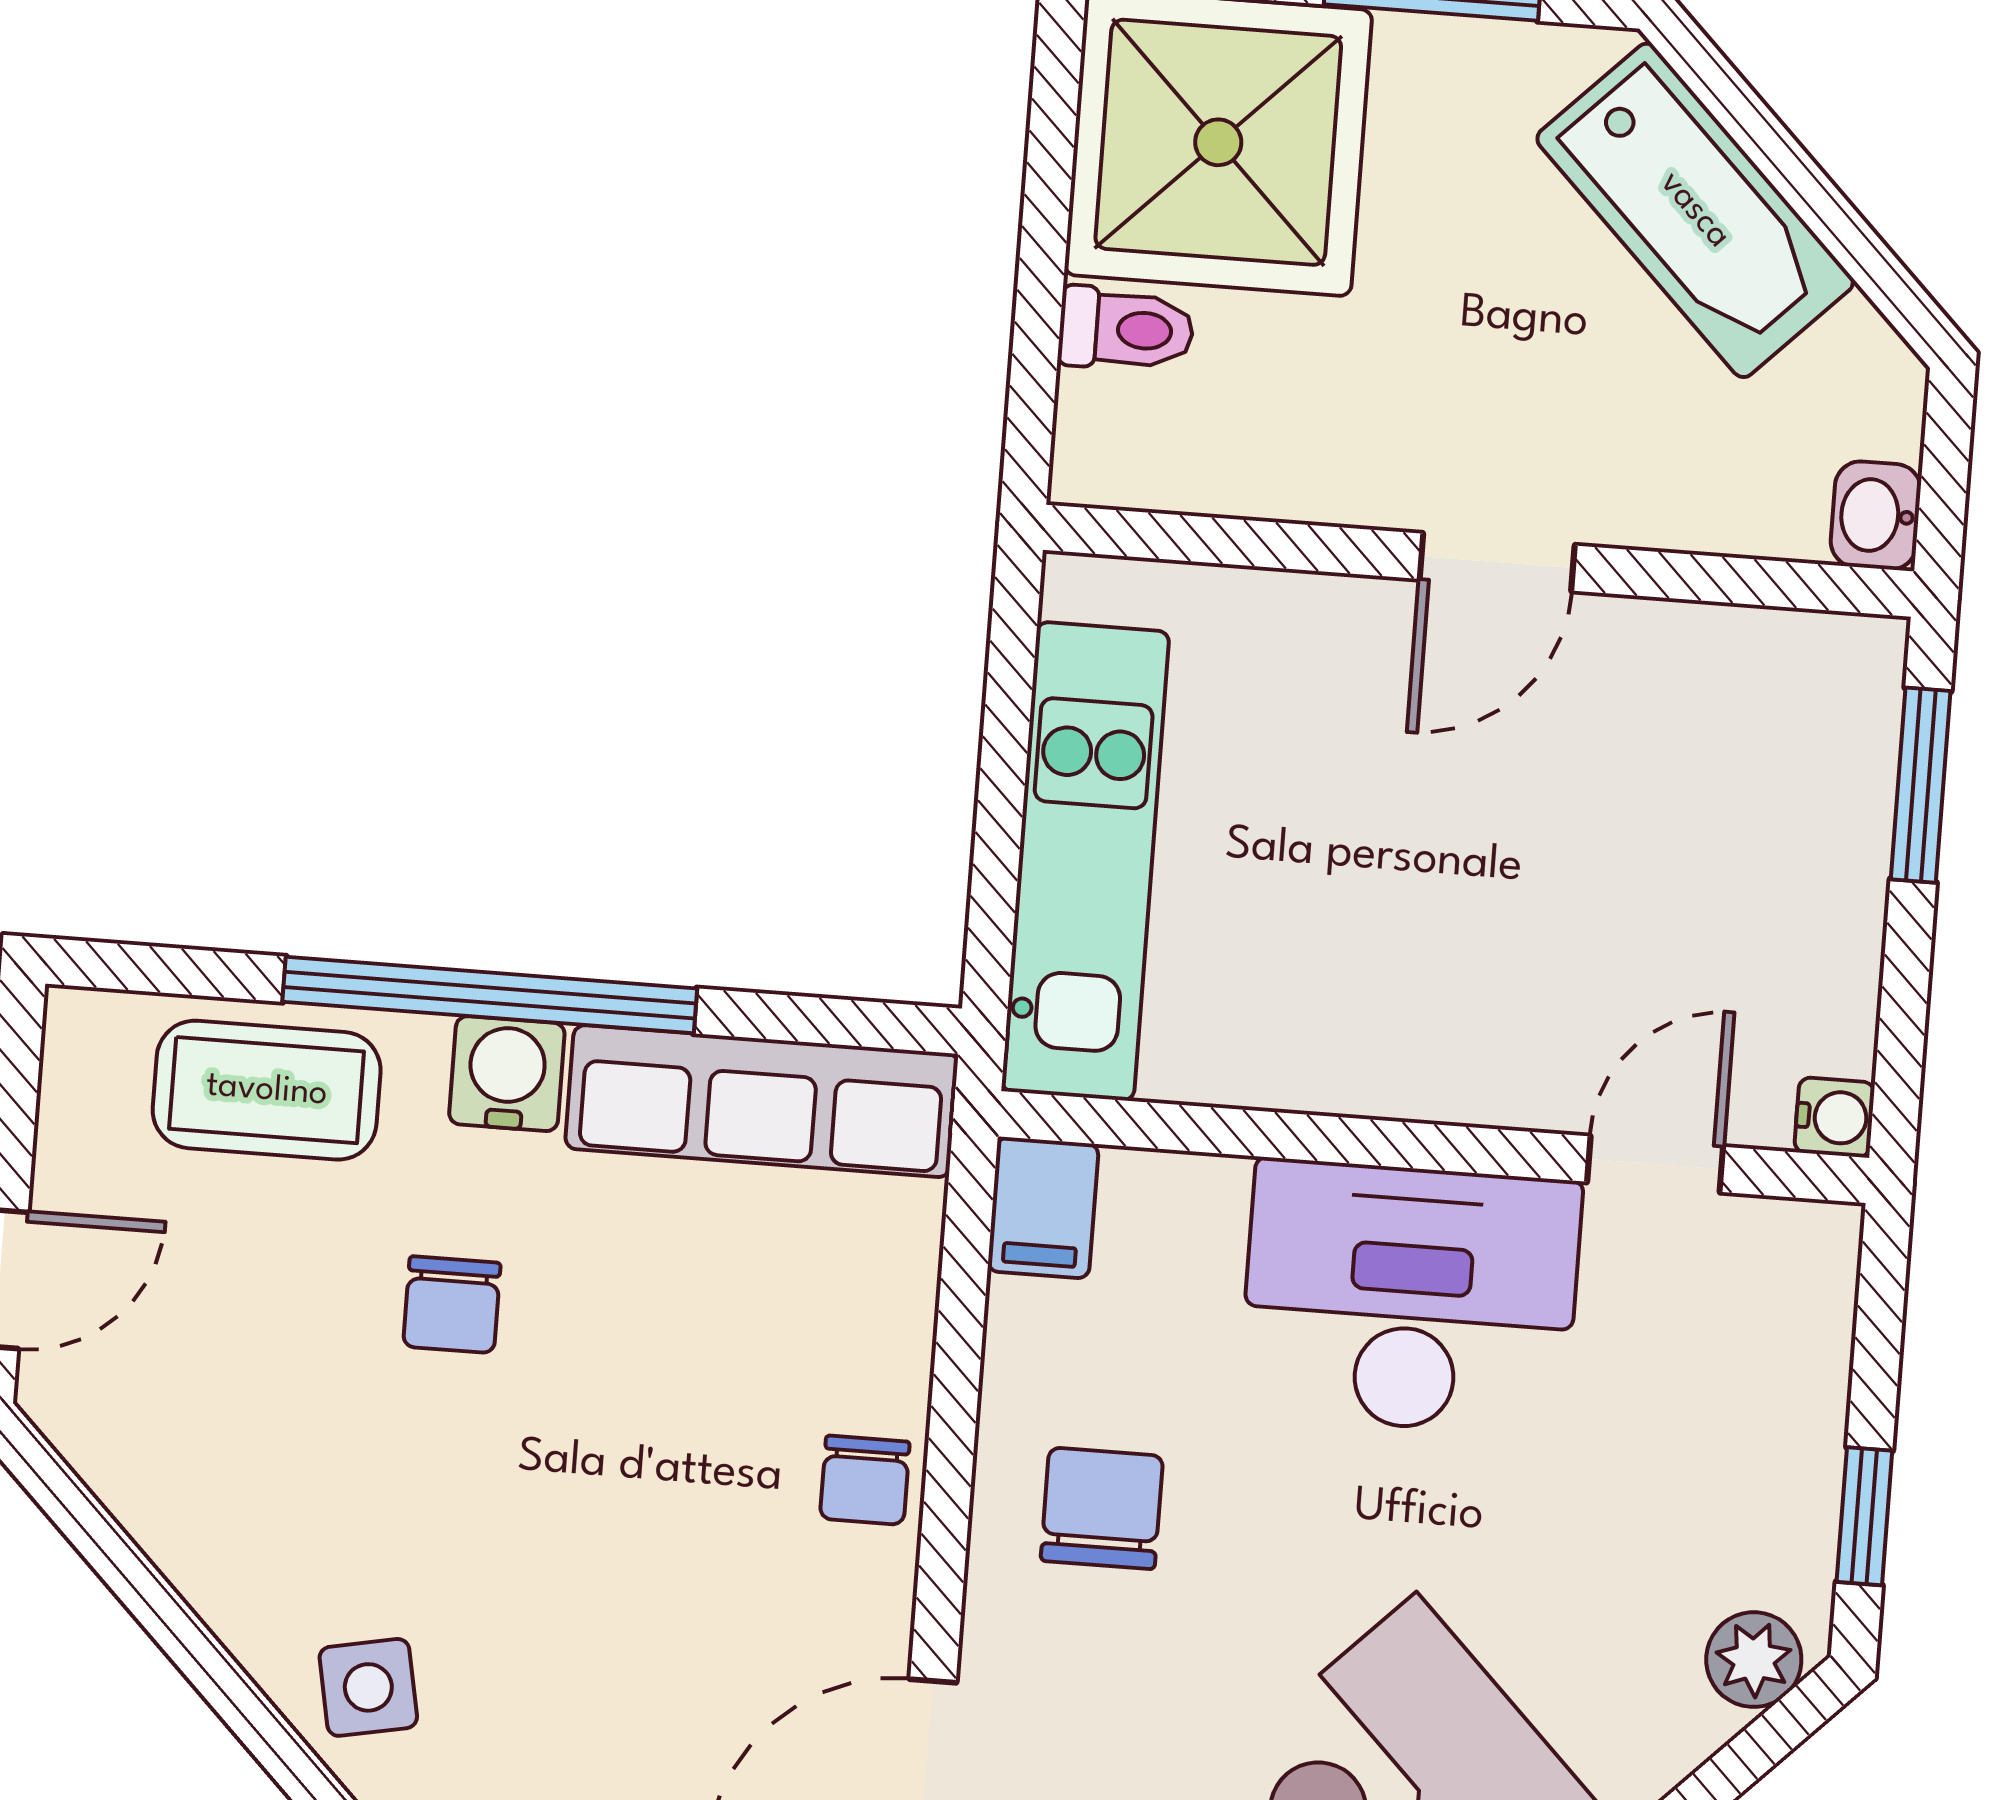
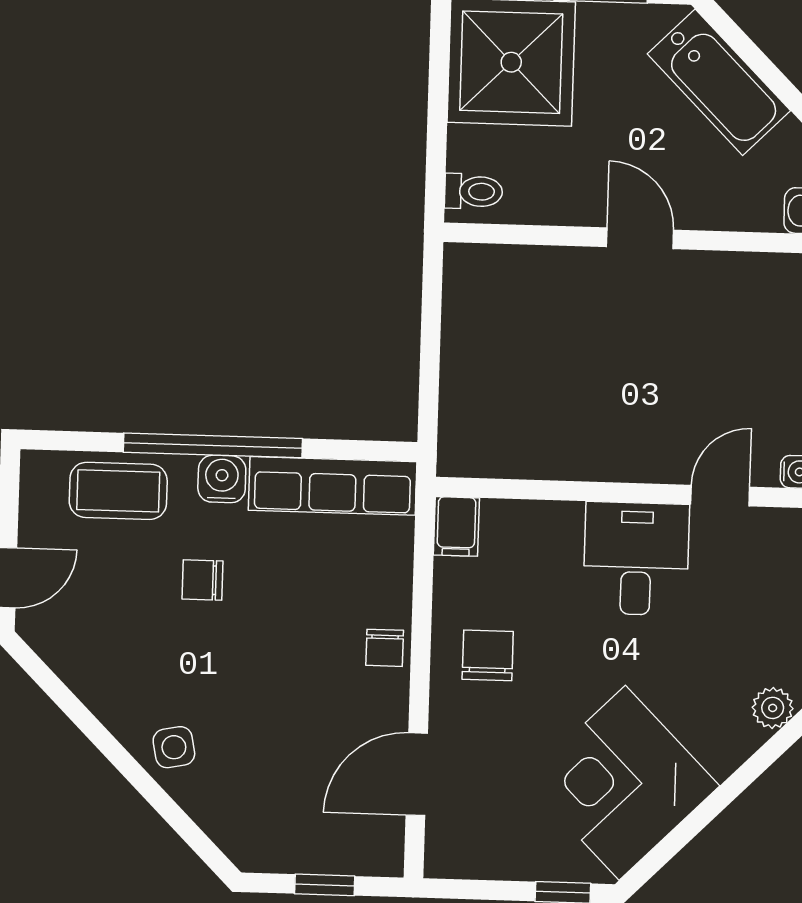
toilet: (1126, 329) -> (474, 191), moved
door: (1497, 562) -> (640, 238), swing flipped
kitchen unit: (1085, 861) -> (468, 376), removed
desk: (1410, 1297) -> (636, 559), width x0.73
chair: (452, 1305) -> (203, 580), turned 90

